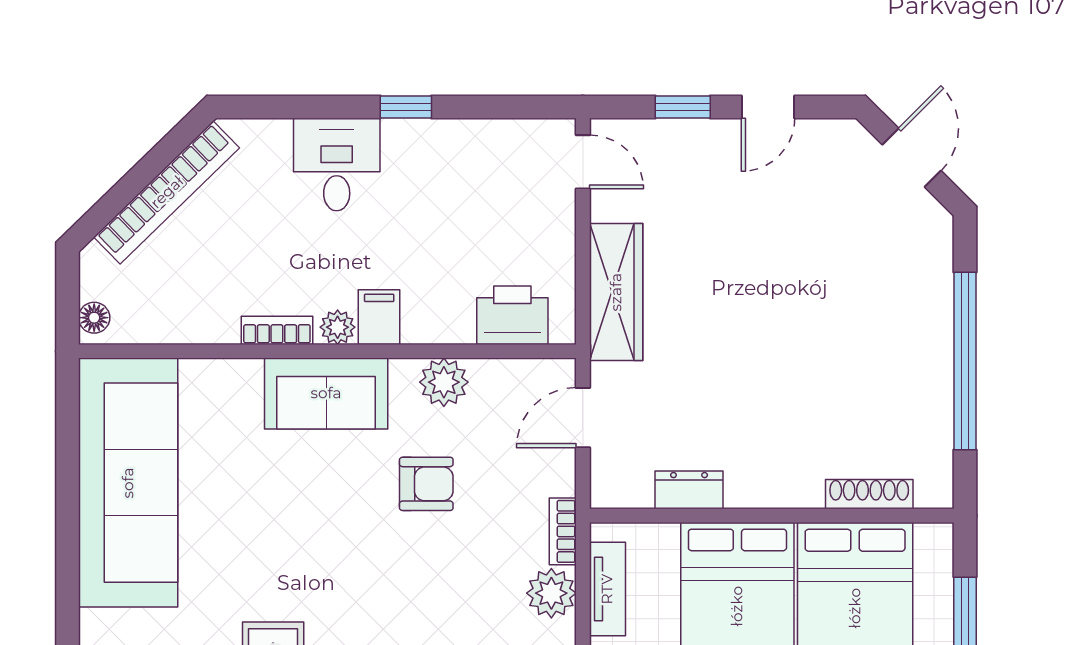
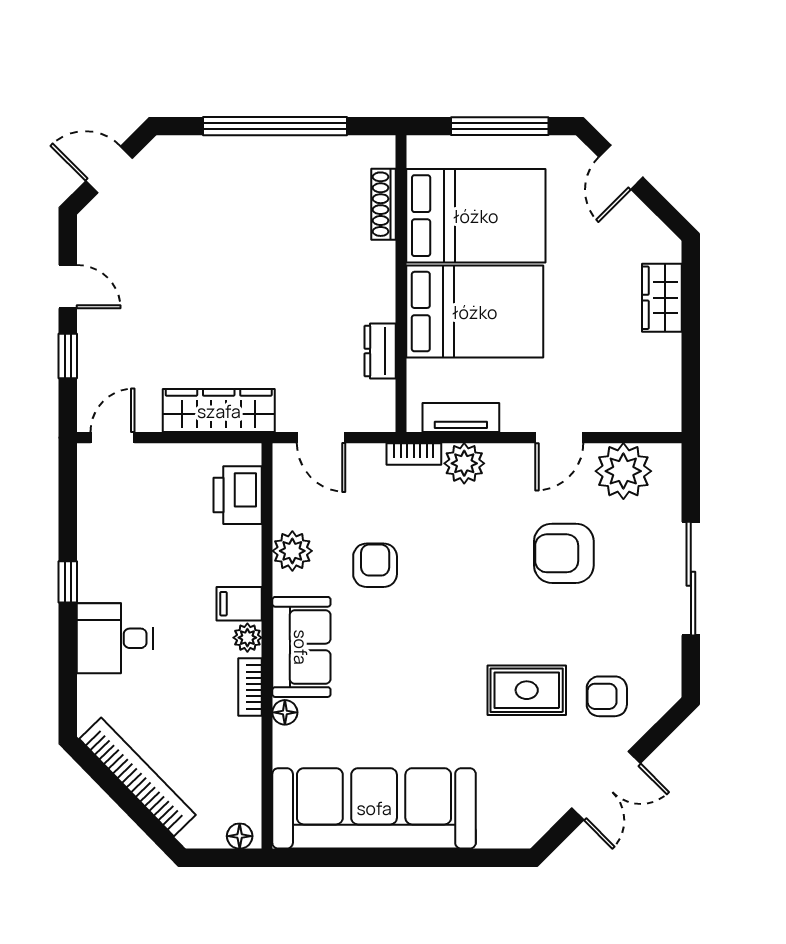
floor lamp: (246, 373) -> (285, 712), added

